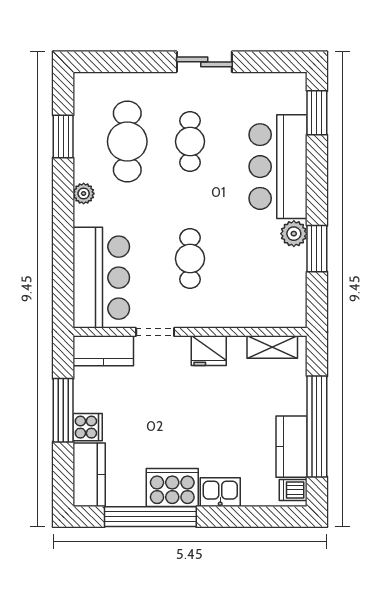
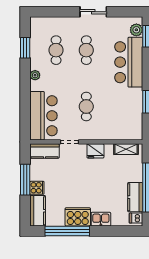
cafe table: (127, 142) -> (56, 50), width x0.73, depth x0.74
plant: (294, 234) -> (136, 30), moved

